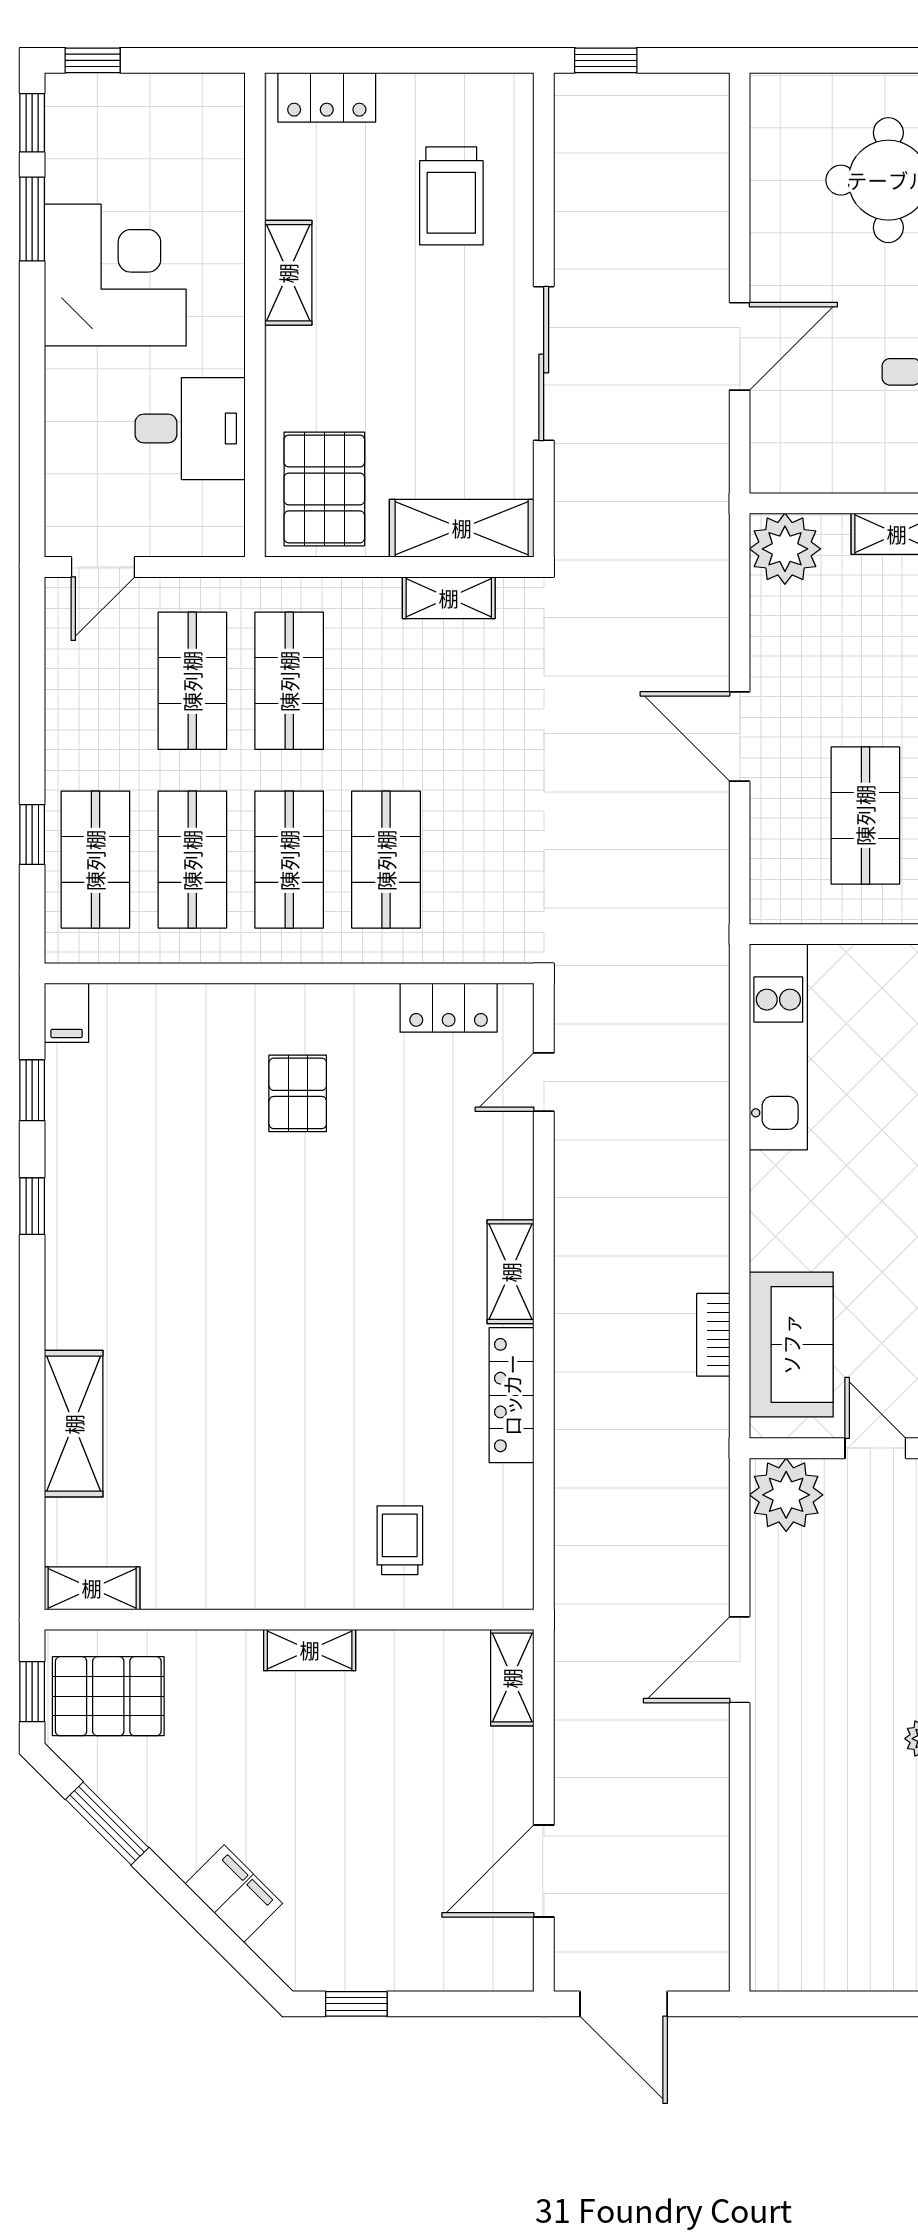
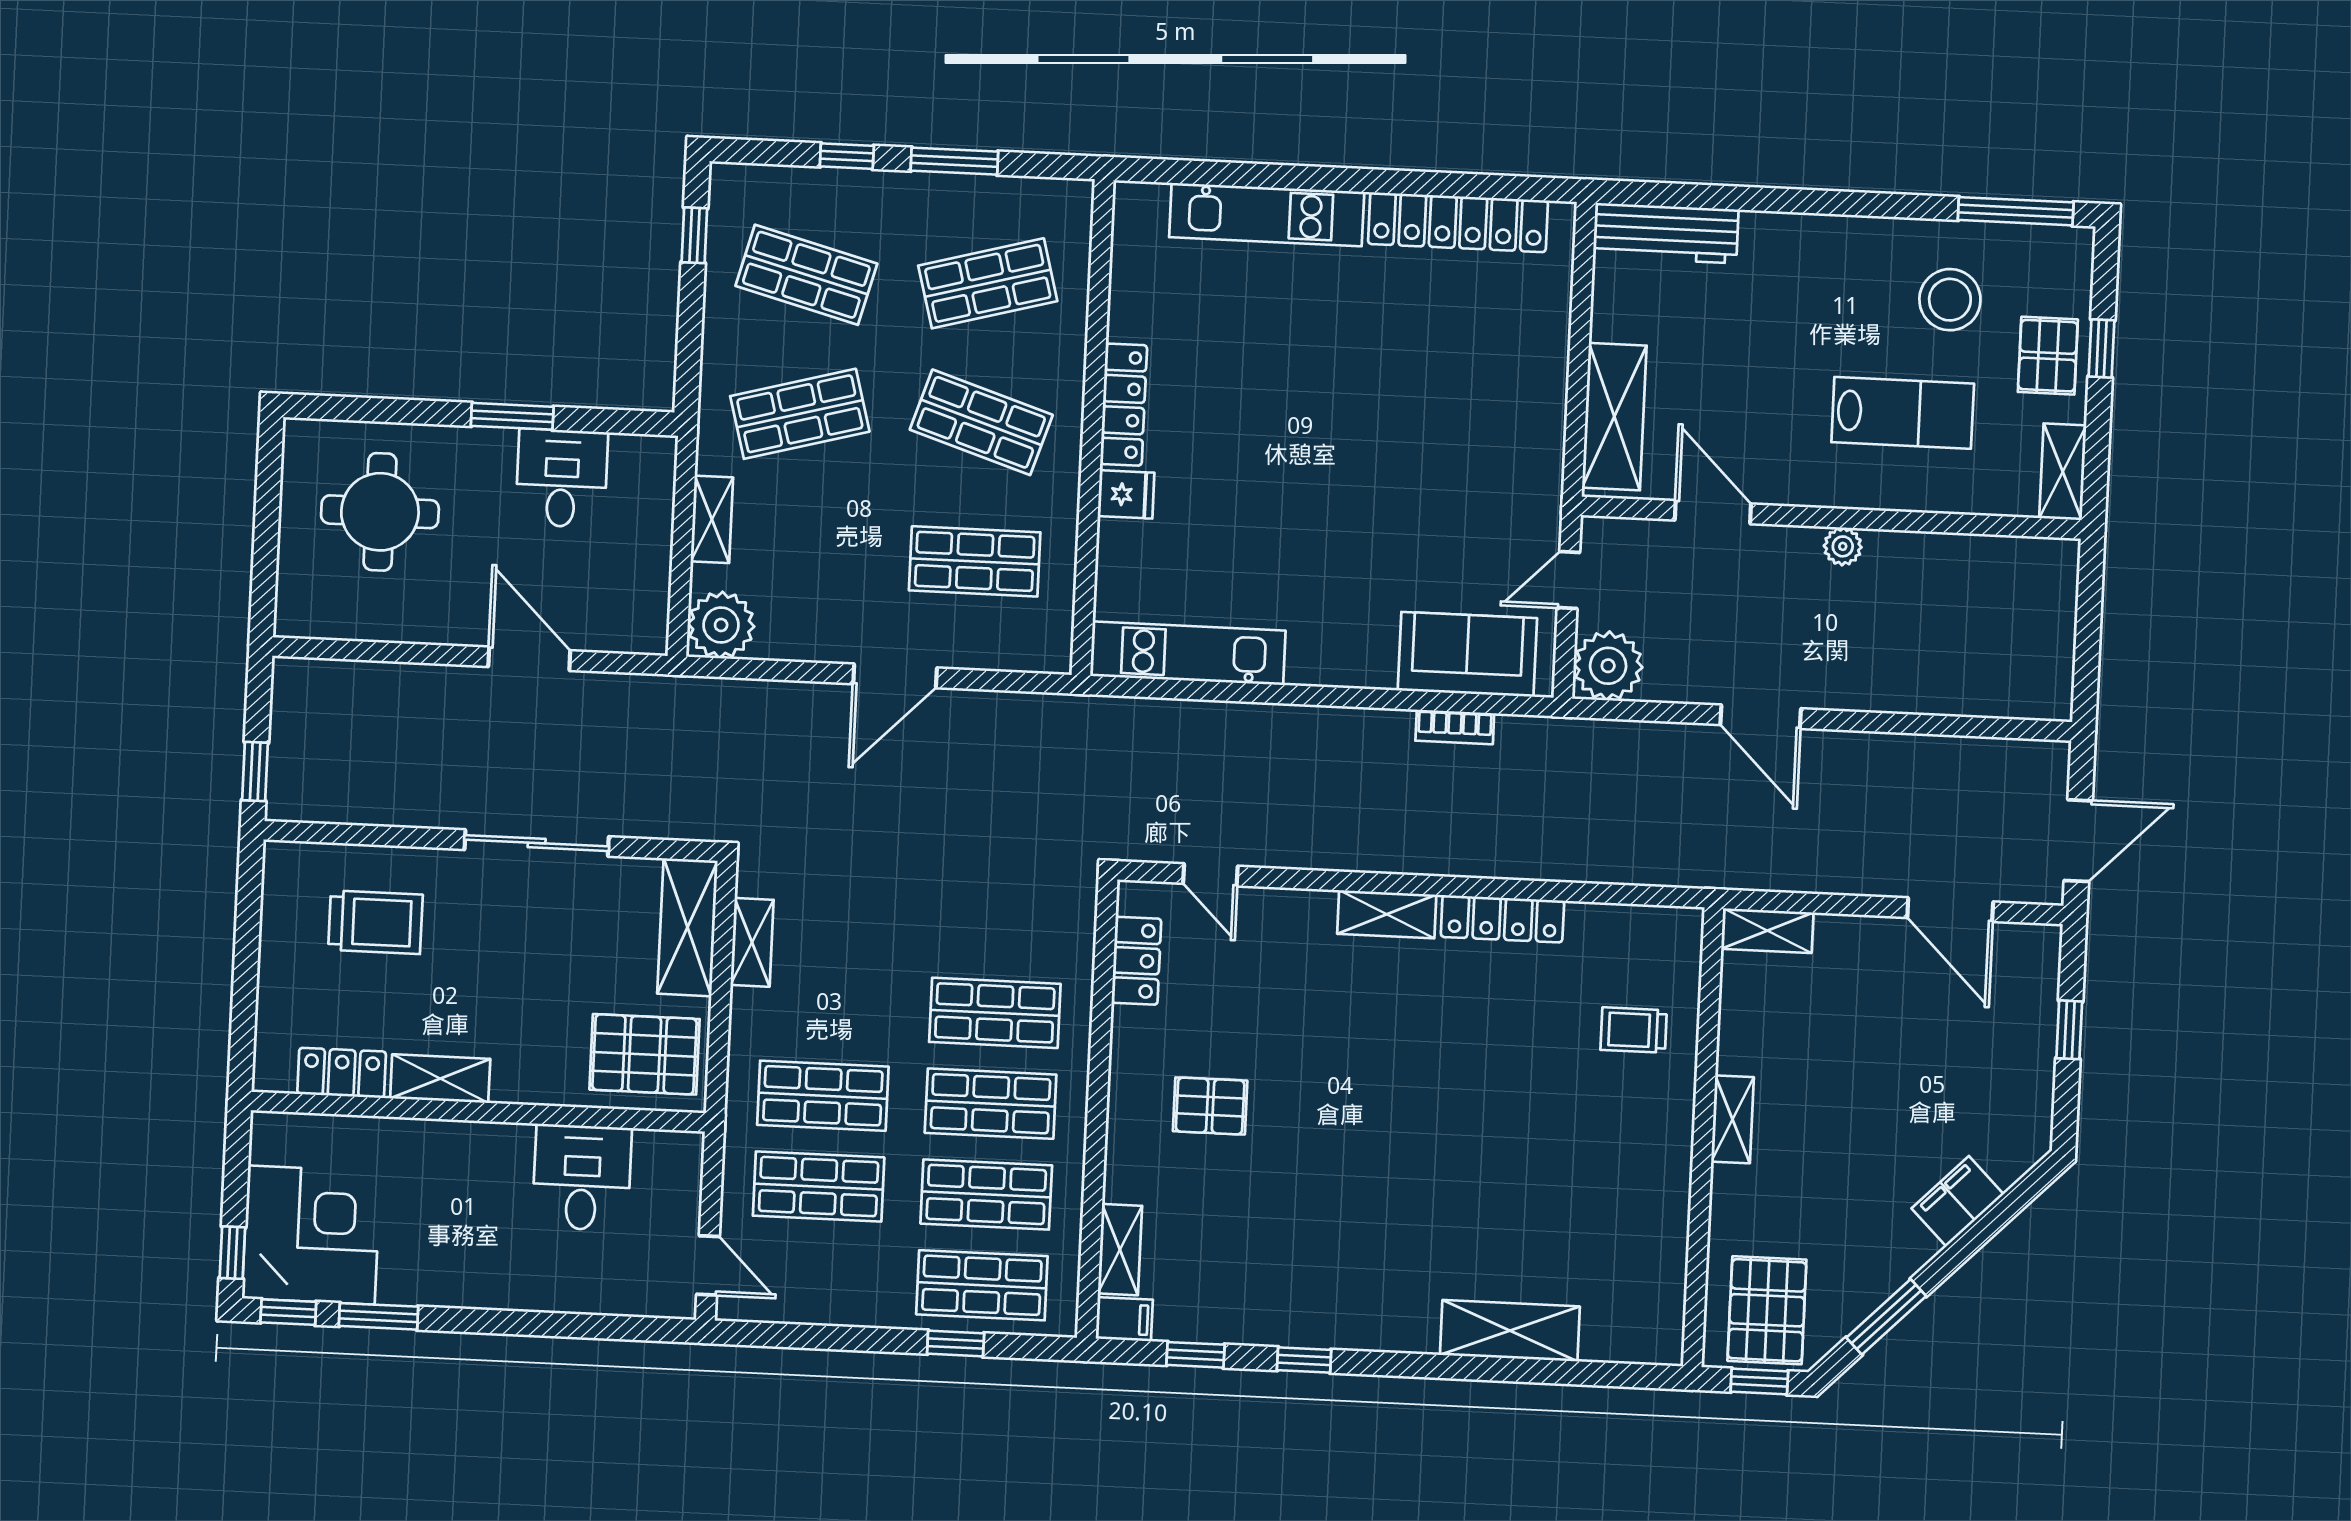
locker: (327, 97) -> (342, 1073), moved, turned -90
corner desk: (115, 275) -> (311, 1235), moved, turned 90
shelving: (92, 1588) -> (1120, 1250), moved
window: (356, 2004) -> (2069, 1030), moved

